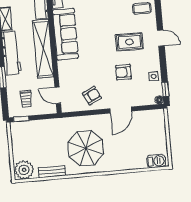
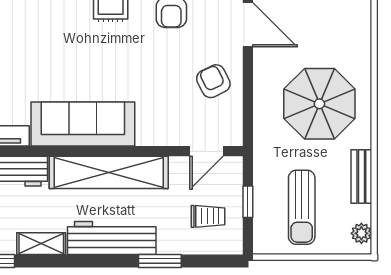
window: (21, 119) -> (248, 202), moved
sun lounger: (35, 144) -> (302, 207), added
plant: (24, 170) -> (361, 233), width x0.53, depth x0.53

